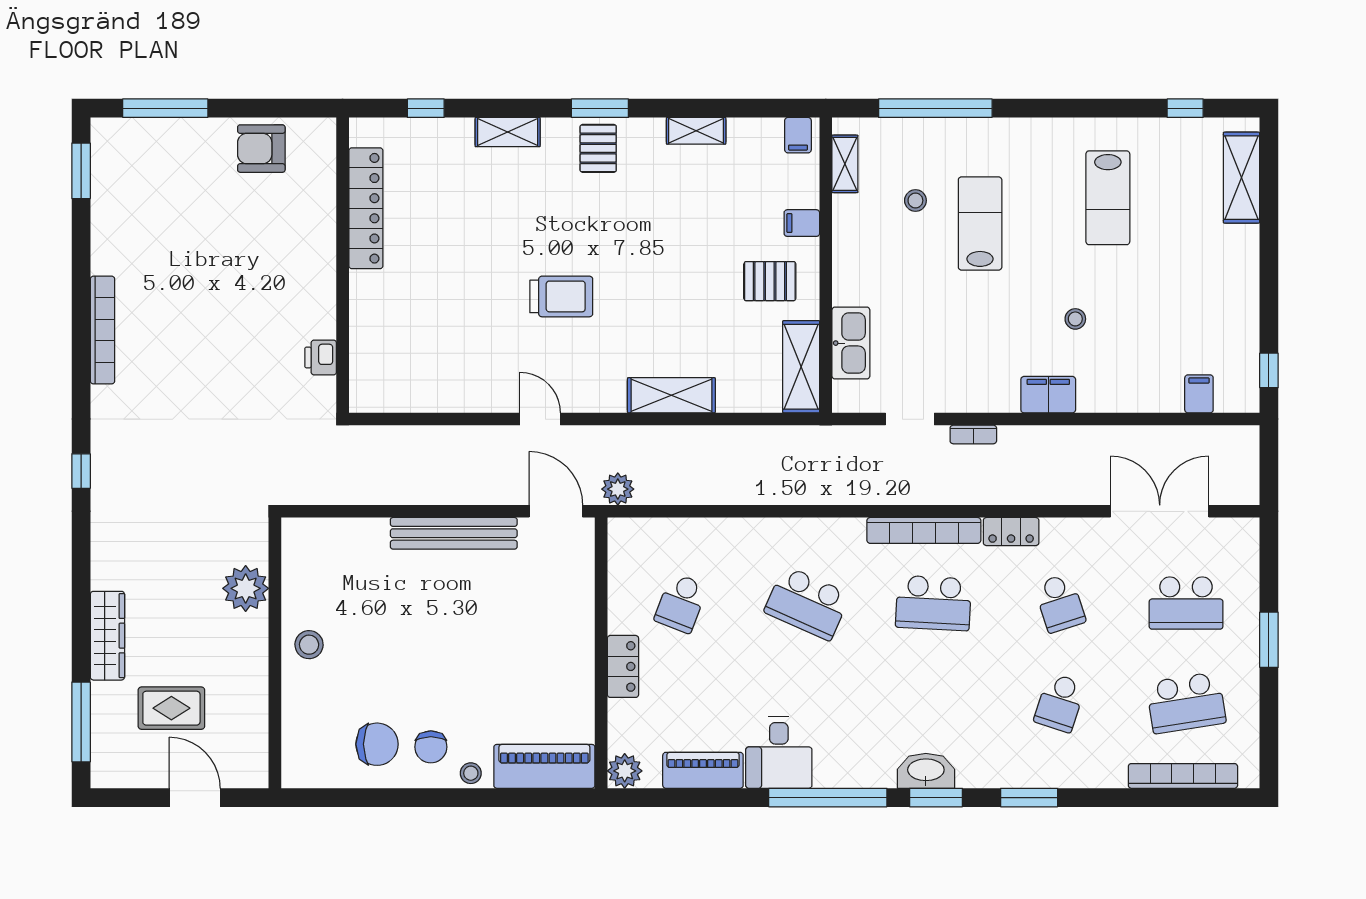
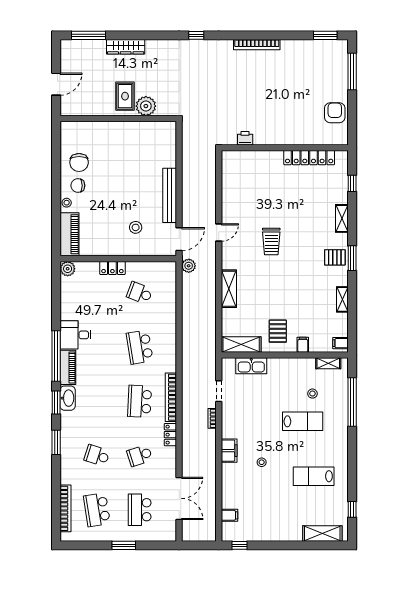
school desk: (807, 603) -> (140, 347), turned -33
stool: (309, 645) -> (136, 227), moved
rug: (171, 708) -> (125, 96), moved
piano: (703, 770) -> (68, 367), moved

